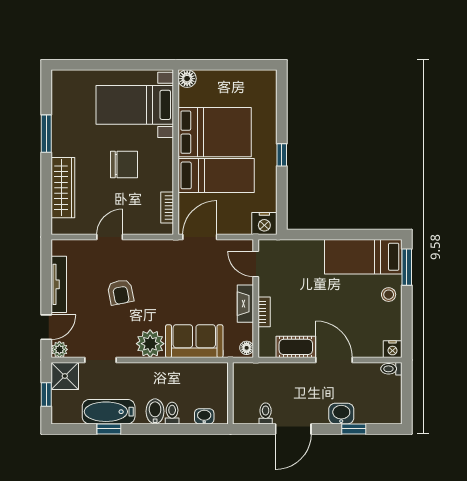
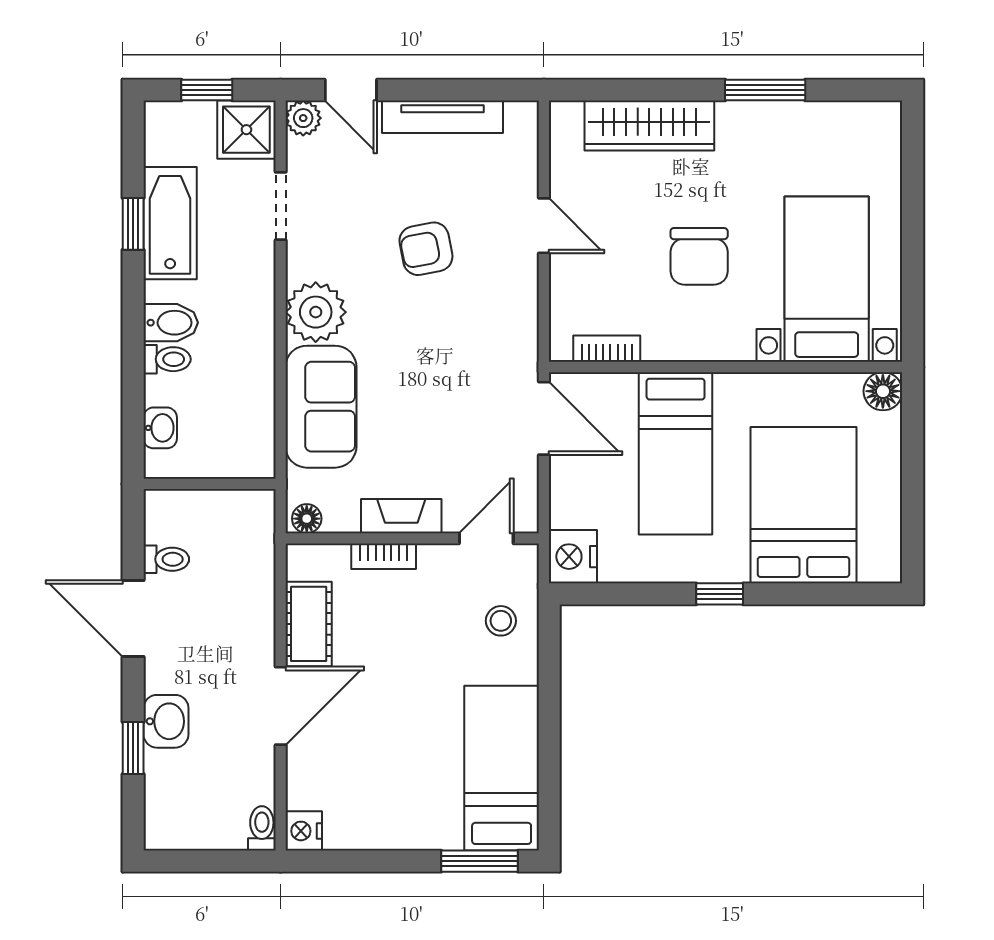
bed: (215, 132) -> (803, 505), moved, turned 180
stool: (389, 295) -> (501, 621), moved

